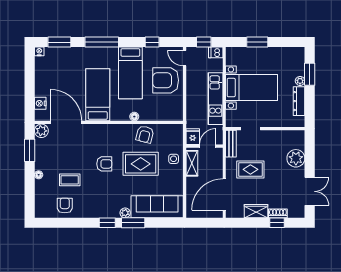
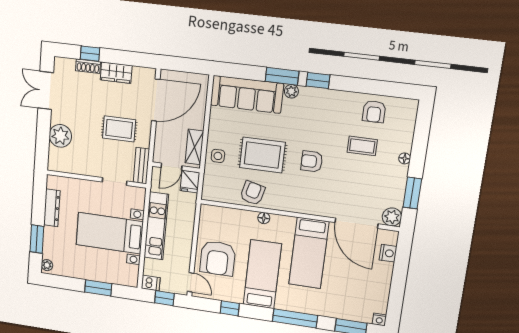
armchair: (166, 80) -> (218, 258), turned 90
plant: (300, 81) -> (47, 265), moved

